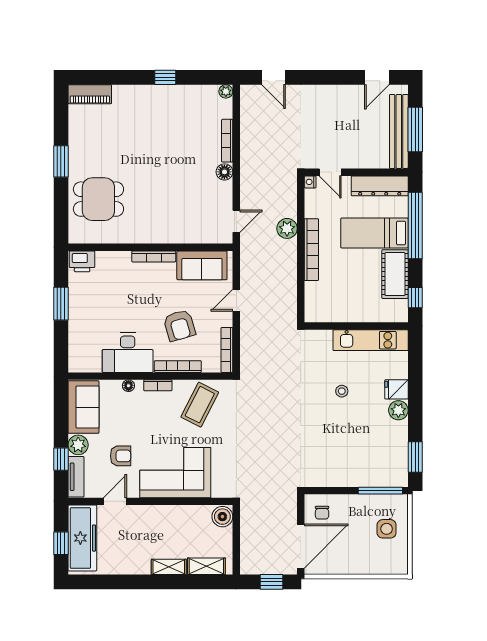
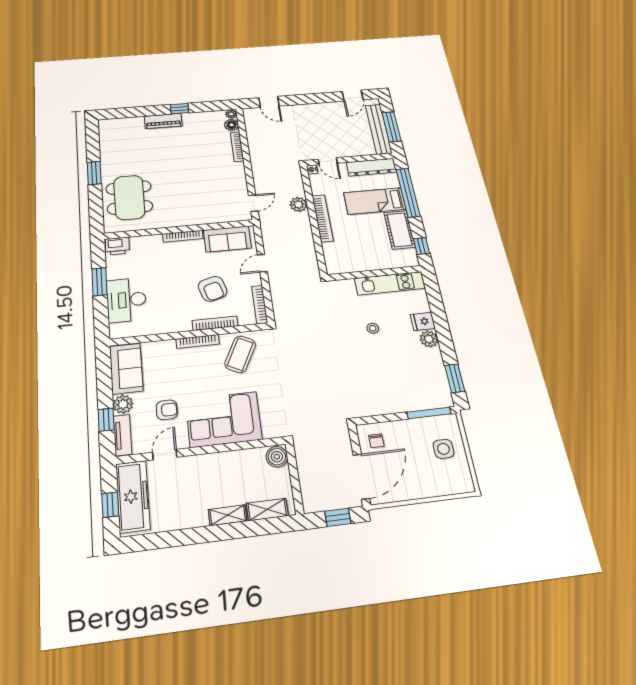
piano: (90, 94) -> (163, 121), moved
floor lamp: (224, 172) -> (232, 125), moved
dining table: (98, 199) -> (129, 197), width x1.38
desk: (128, 353) -> (126, 300), moved, turned 90
bookcase: (158, 385) -> (198, 342), width x1.56
floor lamp: (128, 386) -> (169, 345), removed

